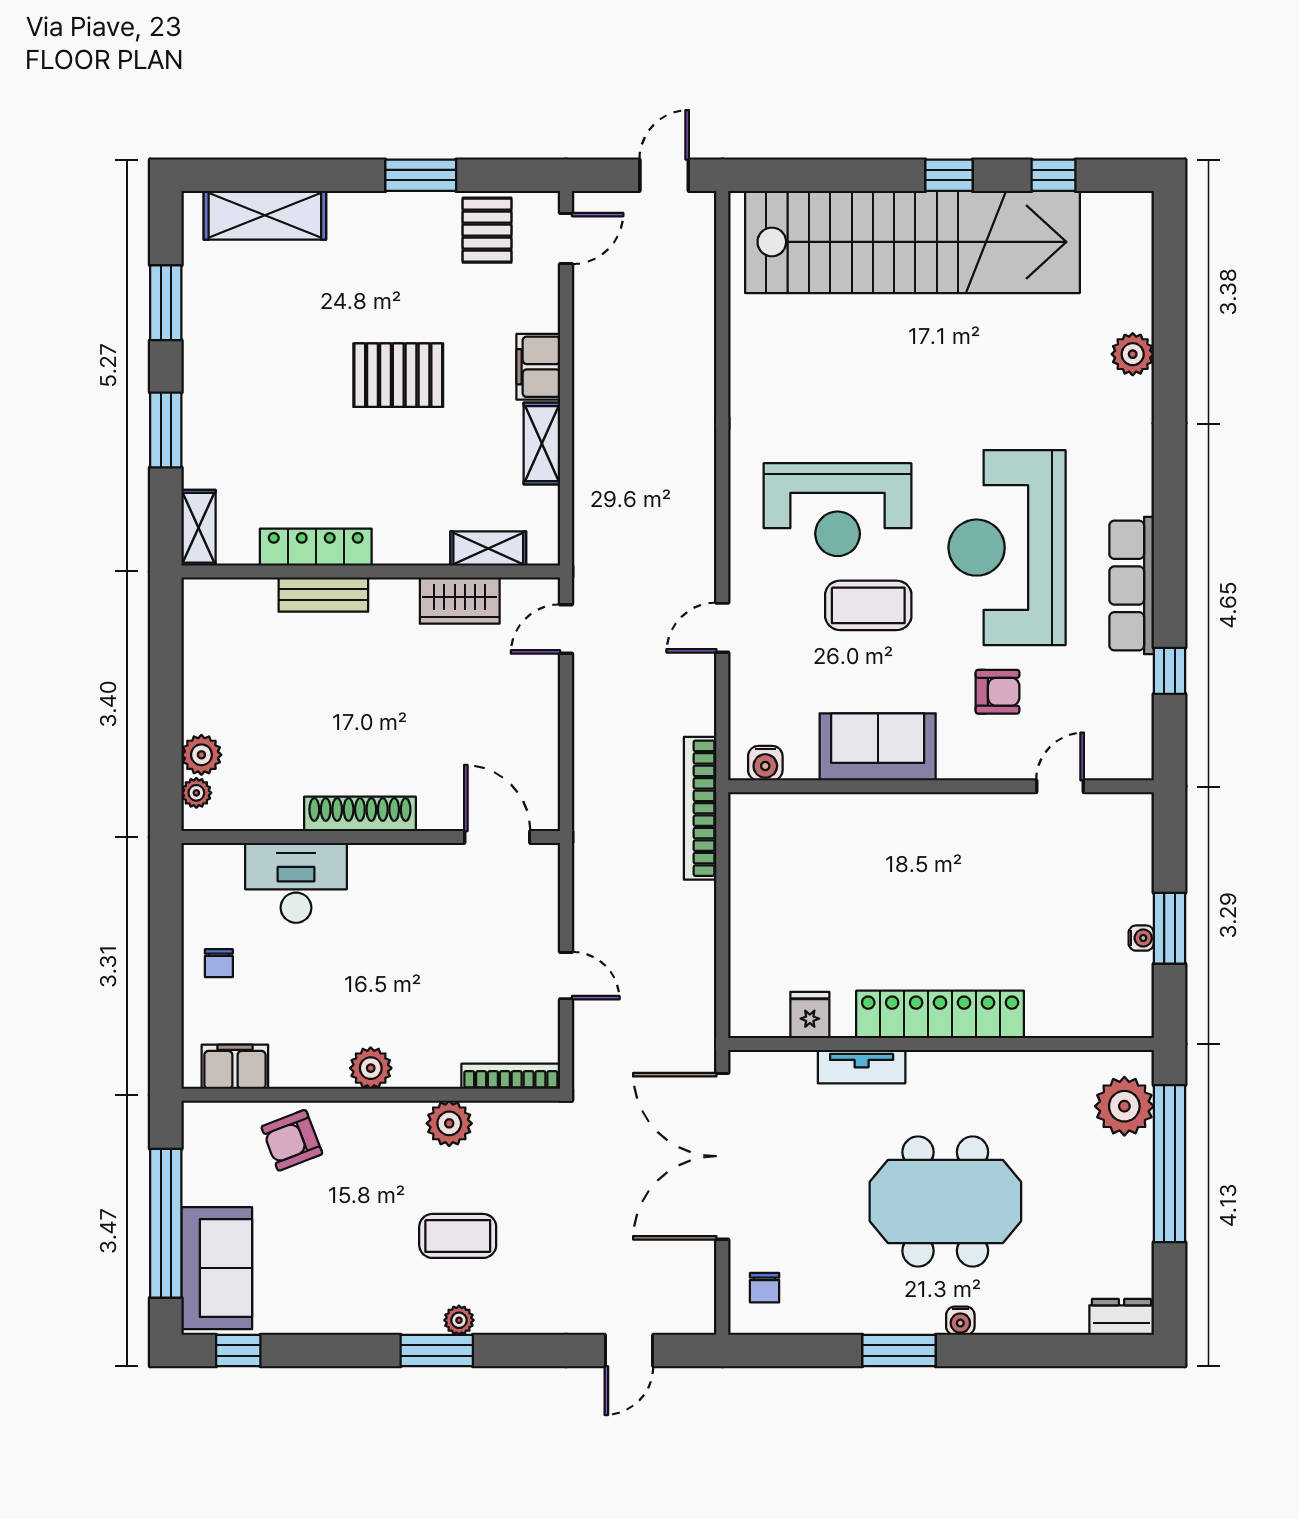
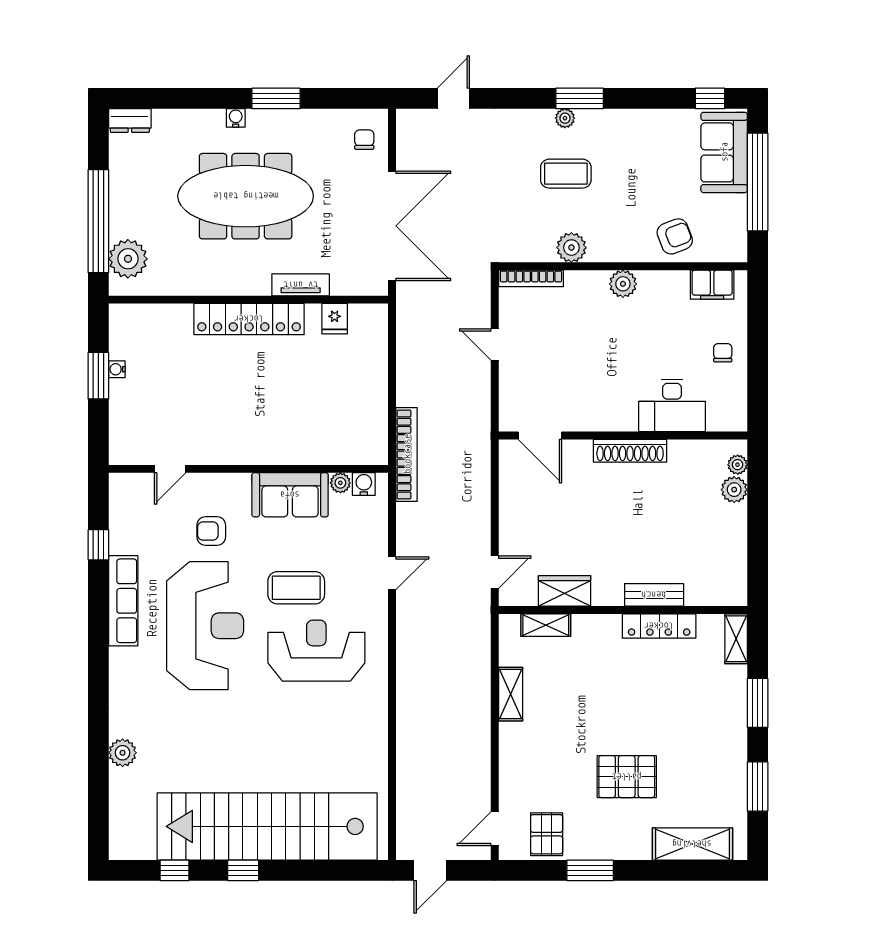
filing cabinet: (538, 367) -> (513, 744), removed
pallet: (398, 375) -> (627, 777), moved
plant: (801, 765) -> (340, 483), added
meeting table: (945, 1202) -> (246, 196), width x1.36

